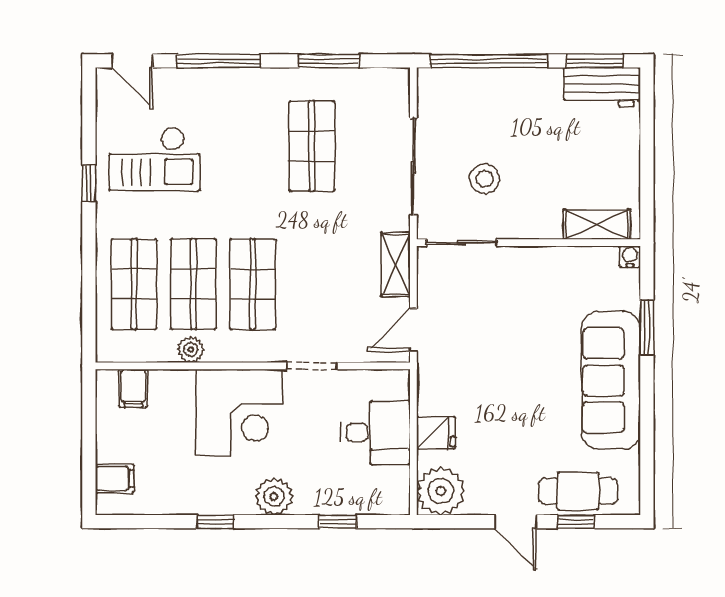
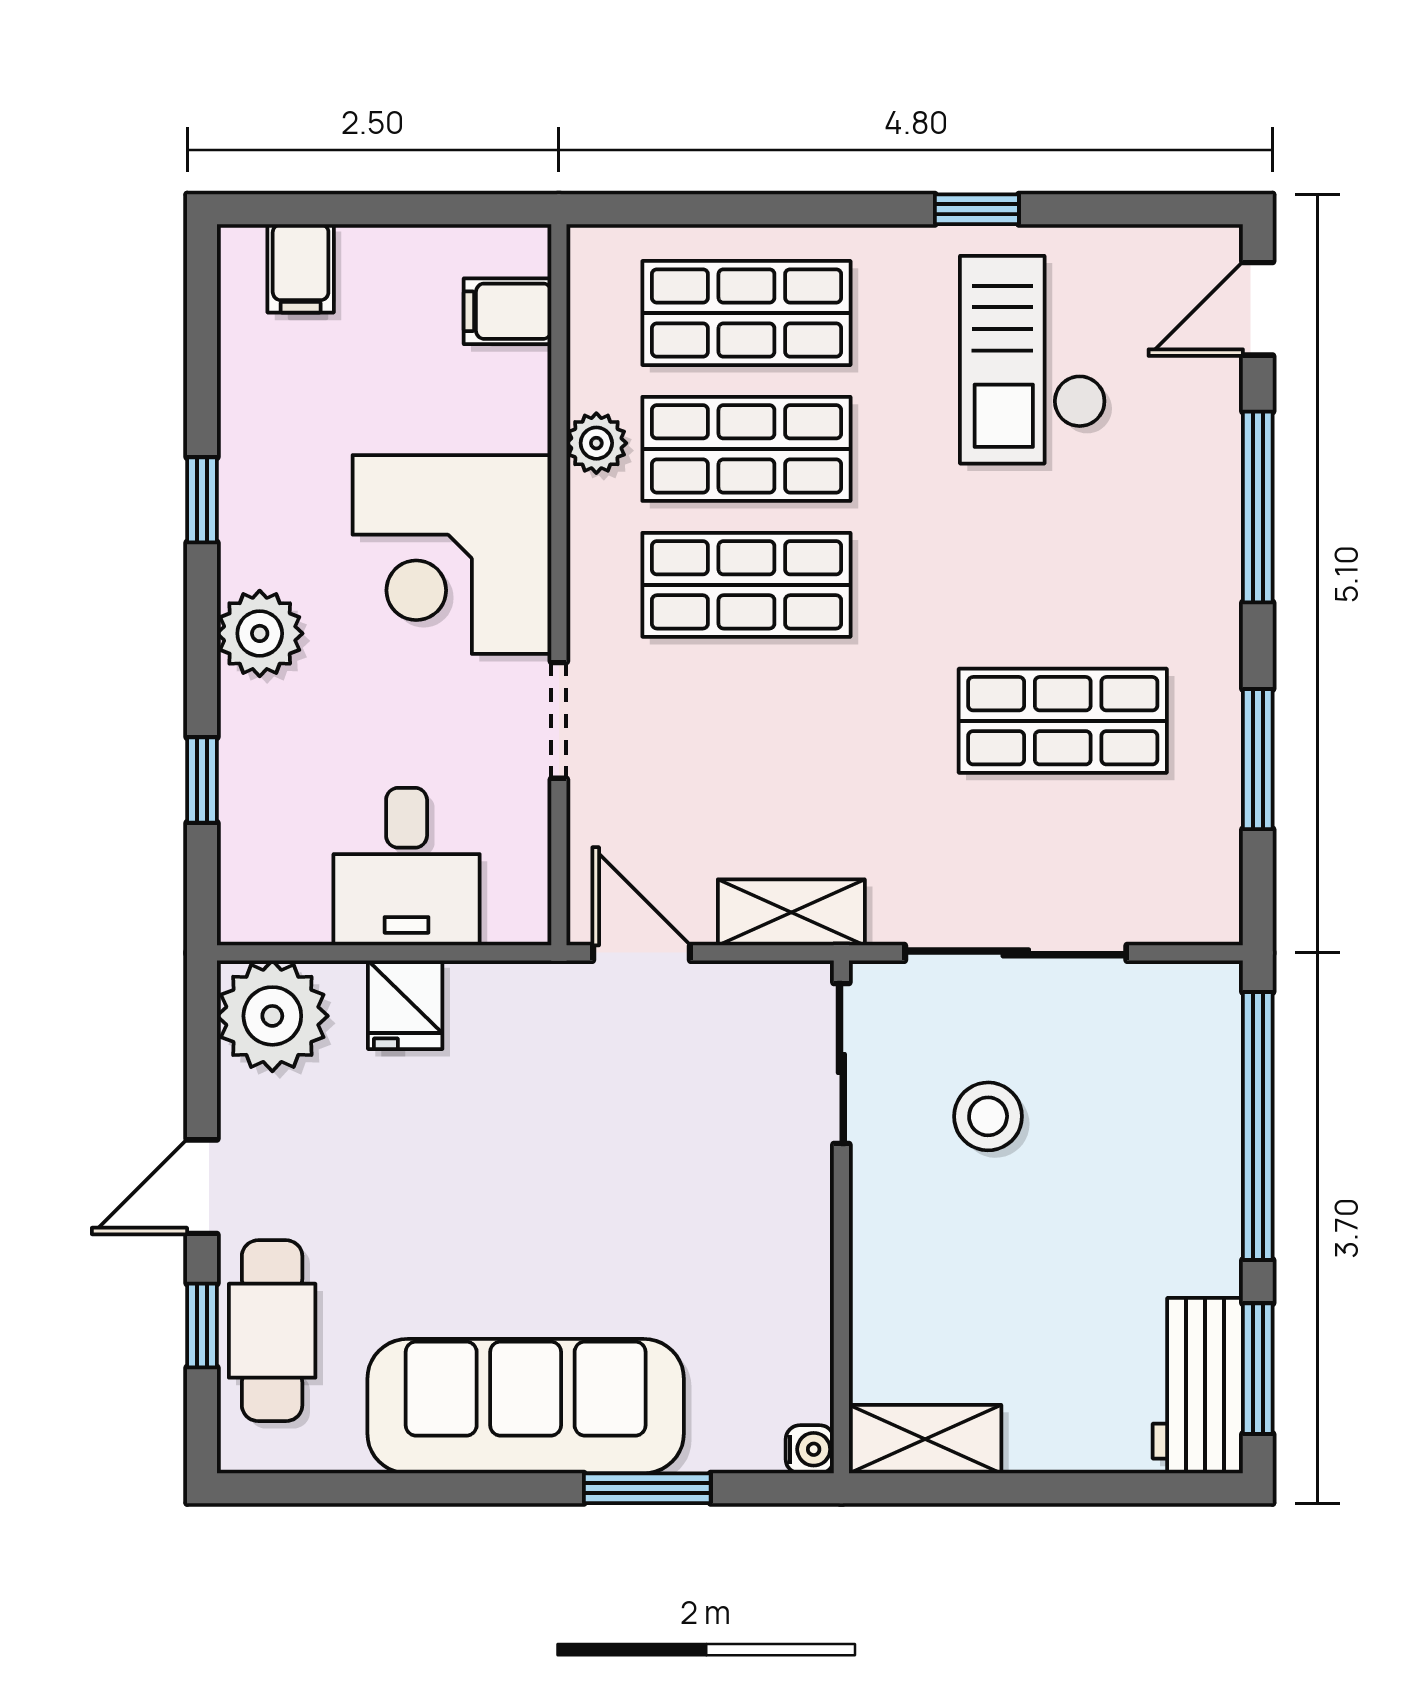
shelving: (597, 224) -> (925, 1439), moved, turned 90

